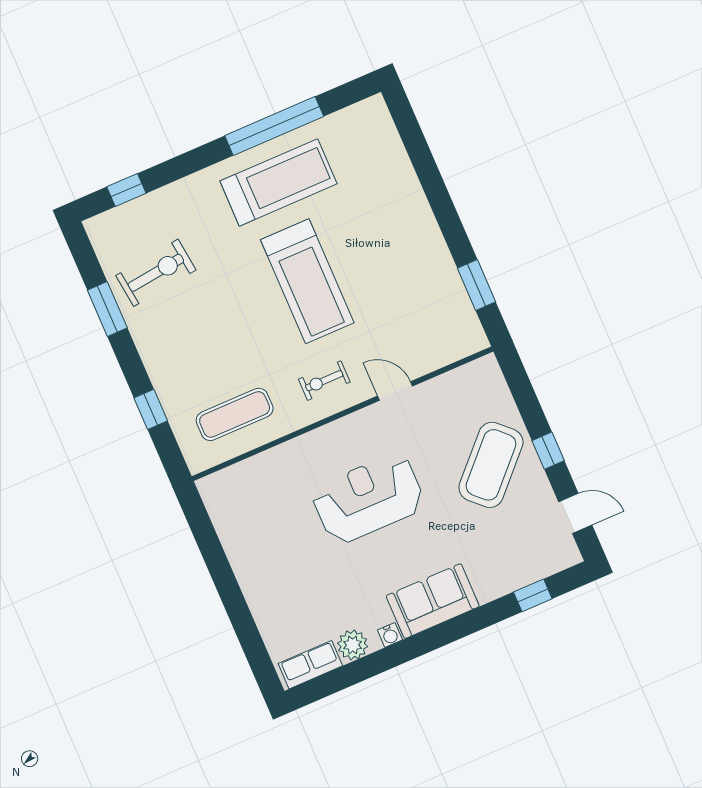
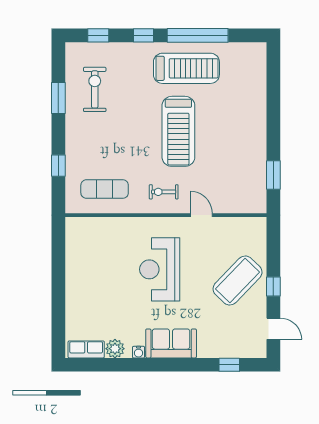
window: (194, 161) -> (144, 35), added
exercise bike: (156, 273) -> (95, 89), turned -83
reception desk: (368, 498) -> (160, 269), turned -90

